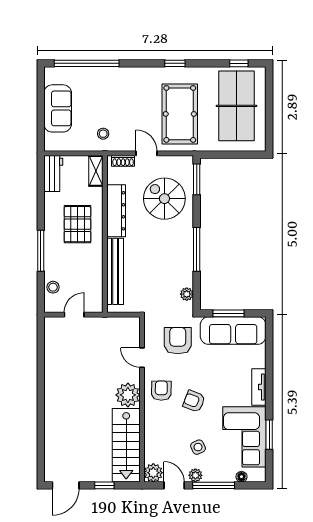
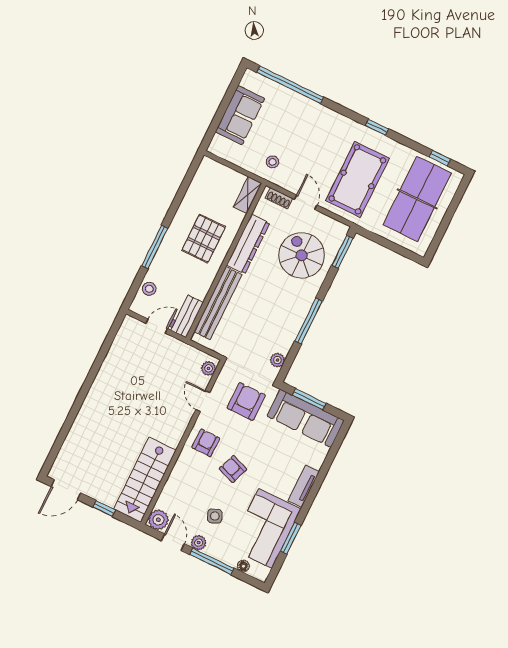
workbench: (53, 173) -> (186, 316), moved, turned 180
plant: (128, 395) -> (209, 368), moved, width x0.53, depth x0.53

